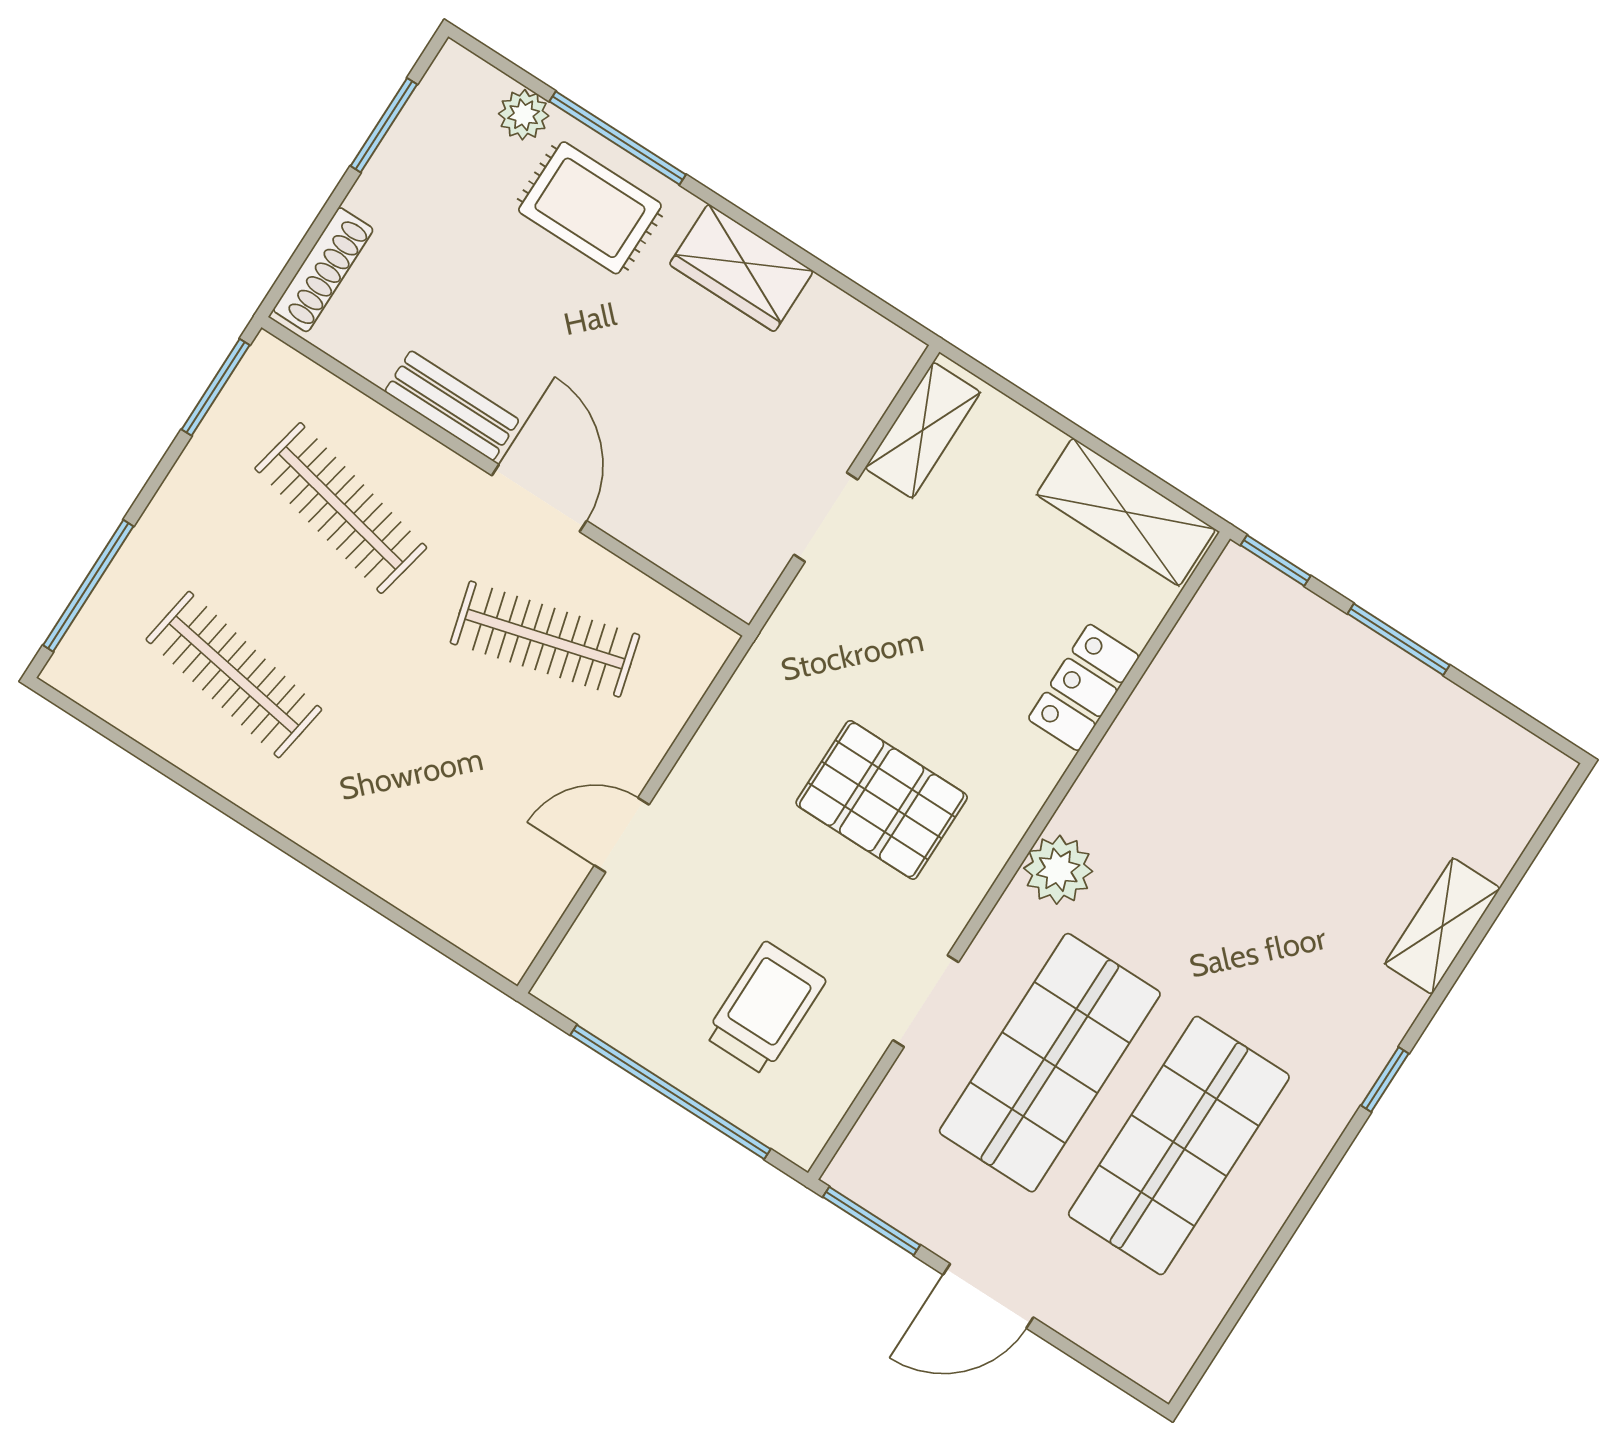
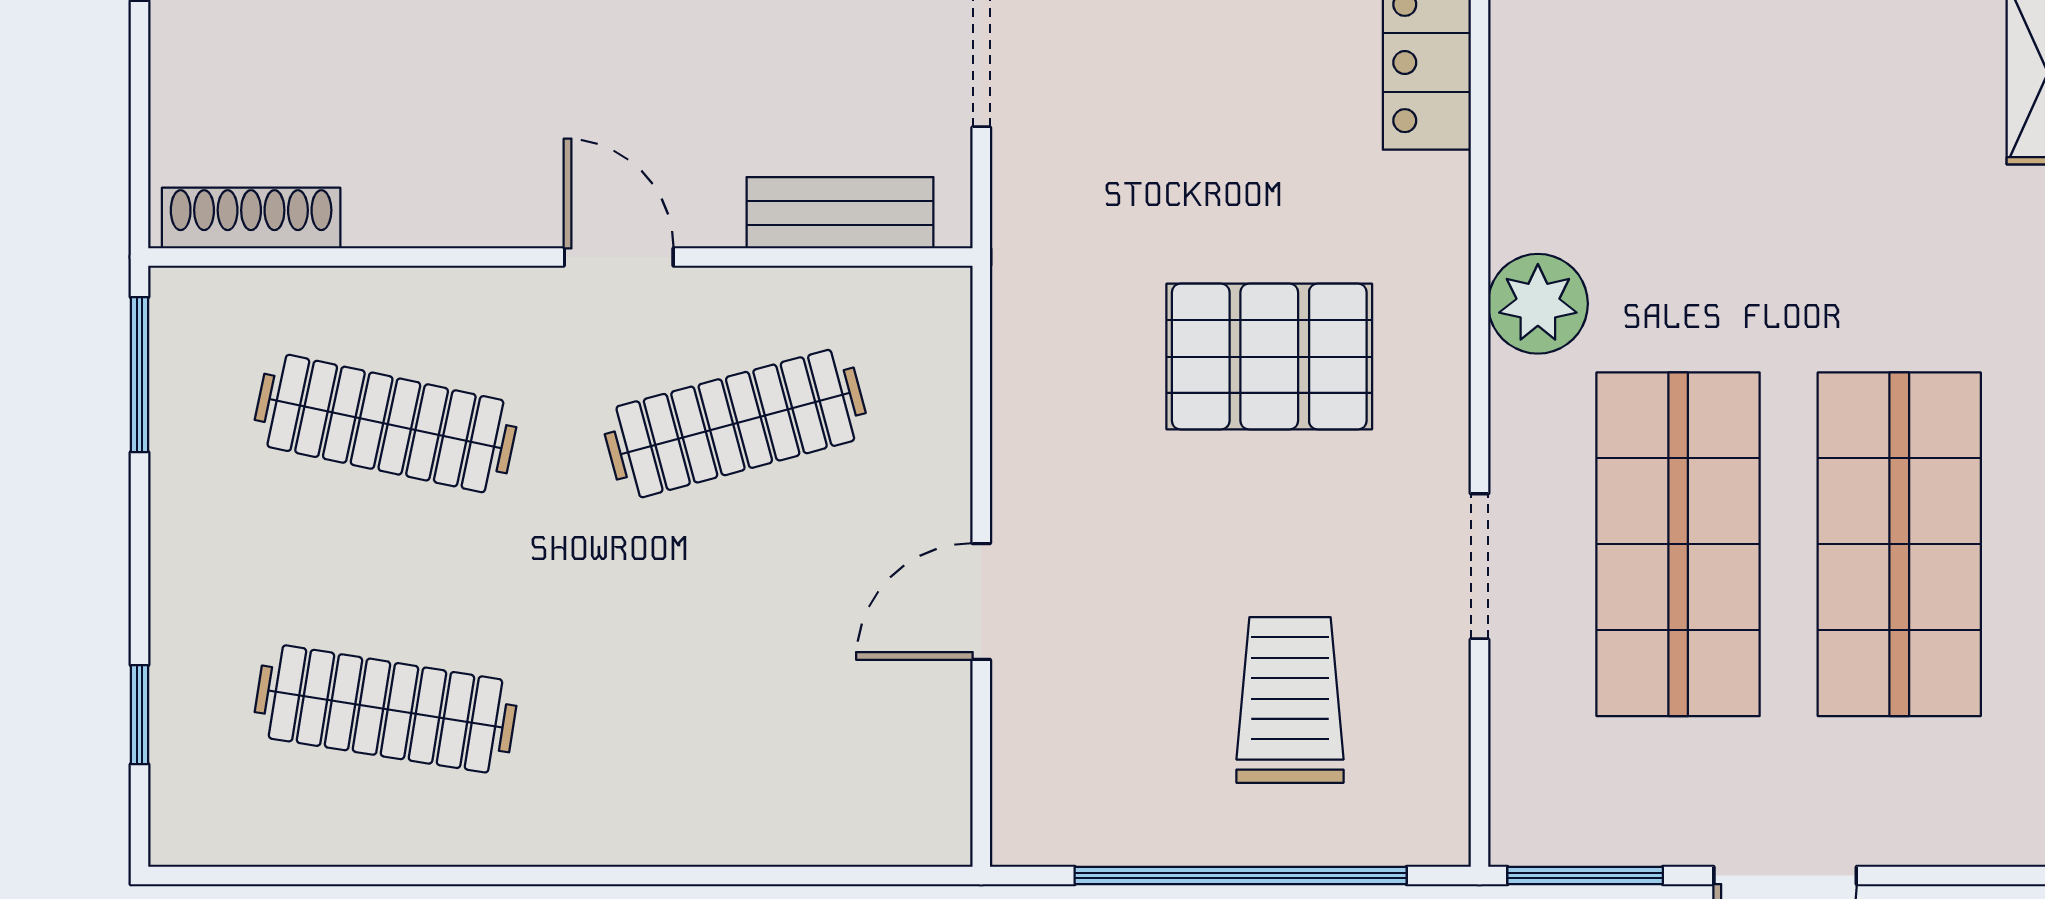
shoe rack: (323, 270) -> (251, 218), moved, turned -90
bench: (452, 406) -> (840, 213), moved
door: (539, 498) -> (619, 257), width x0.73
window: (88, 586) -> (139, 715), width x0.46

